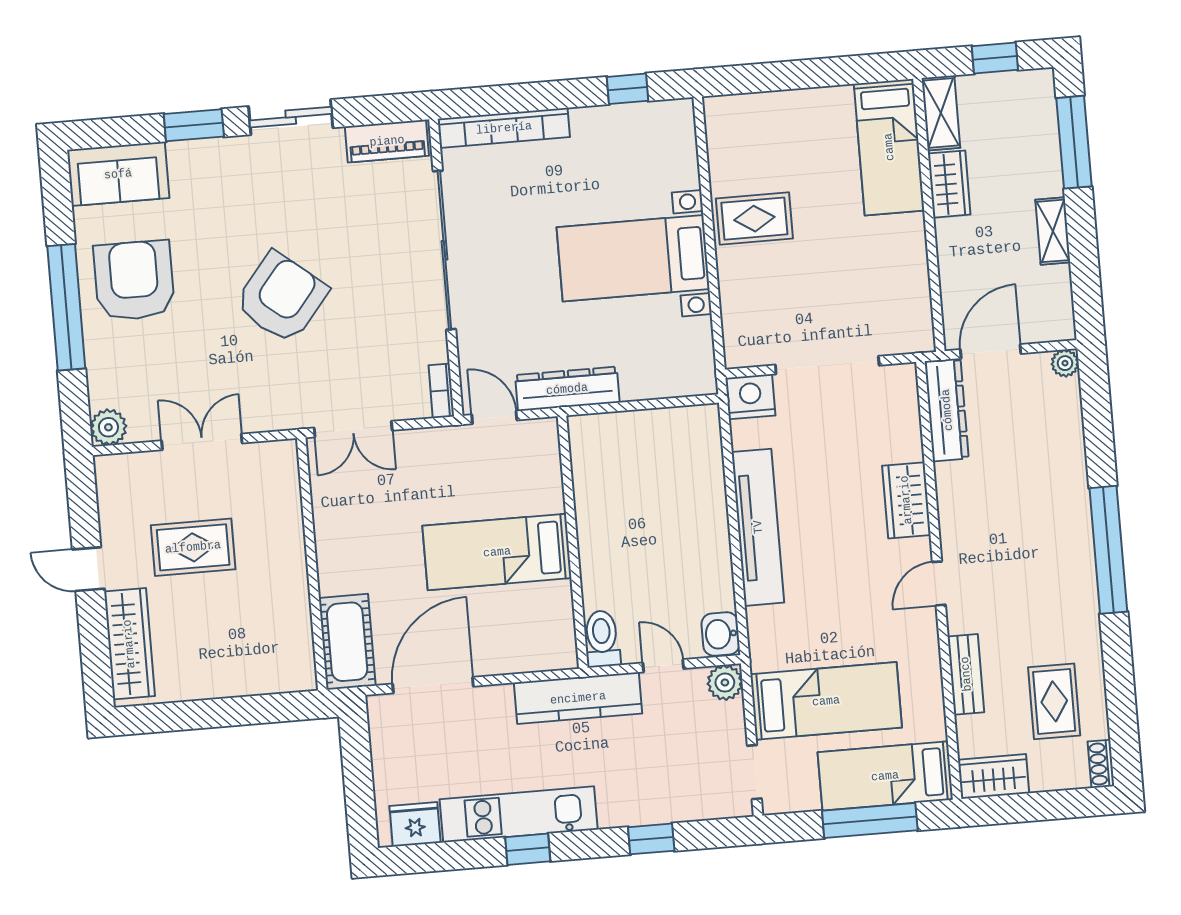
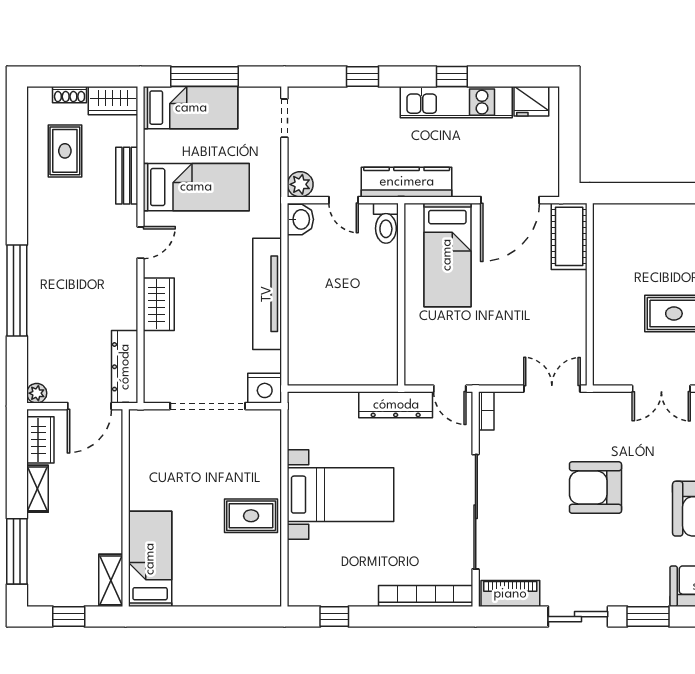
wardrobe: (949, 184) -> (40, 440), moved, turned 180
armchair: (281, 298) -> (595, 488), turned 51
window: (1108, 550) -> (17, 290), moved
bed: (497, 552) -> (447, 255), moved, turned 90
bed: (826, 701) -> (196, 187), moved, turned 180
shoe rack: (1101, 764) -> (70, 95), moved, turned 90

